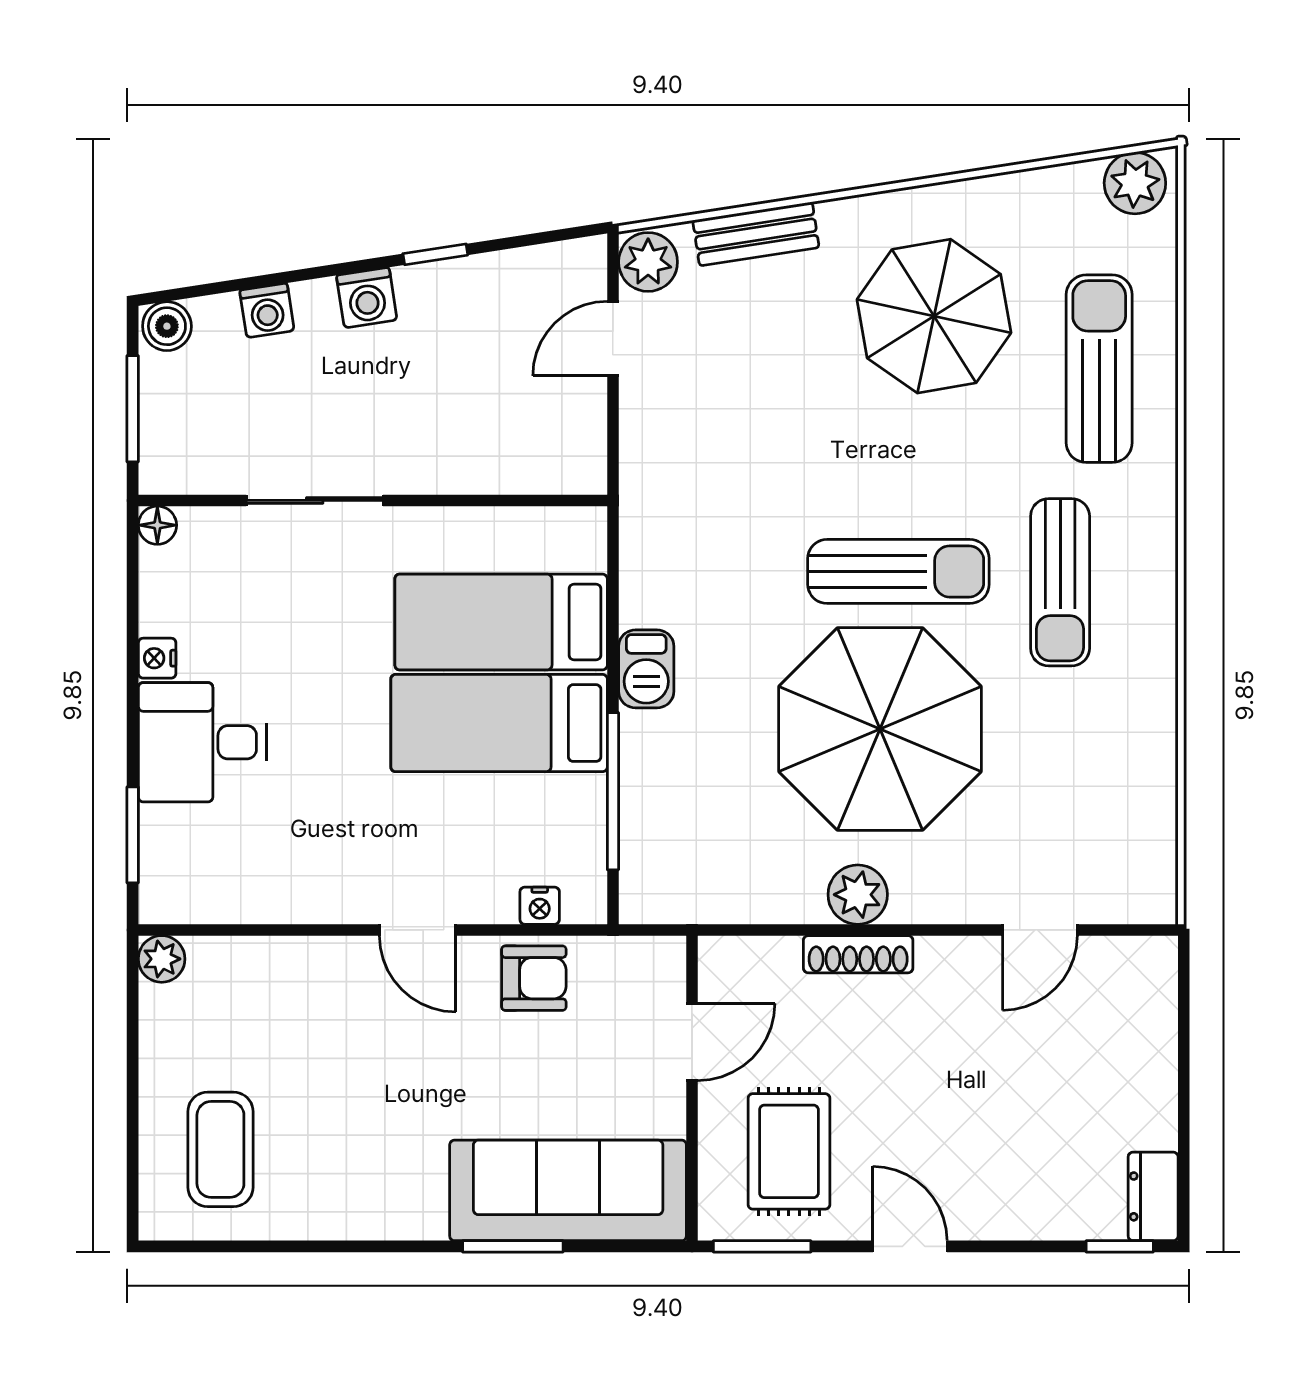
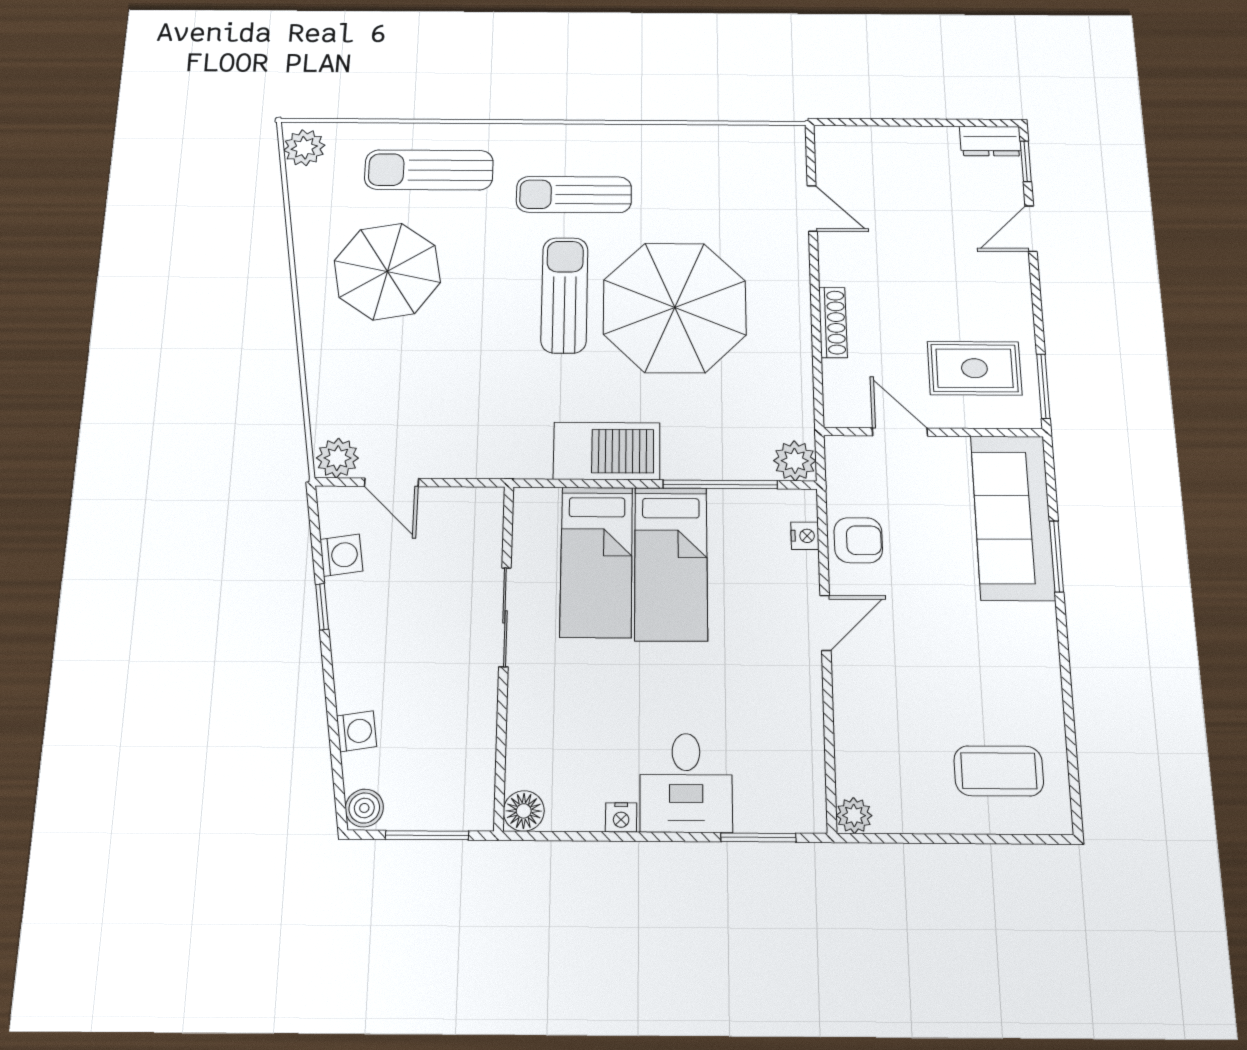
bench: (756, 234) -> (322, 386), removed
washing machine: (367, 298) -> (341, 555), moved
sliding door: (315, 500) -> (505, 617), moved
floor lamp: (157, 525) -> (524, 811), width x1.37, depth x1.37
sun lounger: (1060, 582) -> (574, 195), turned 180
barbecue: (646, 669) -> (607, 451), width x1.88, depth x1.53
plant: (858, 895) -> (795, 461), moved
armchair: (534, 978) -> (858, 540), turned 90
door: (910, 1246) -> (1031, 229), moved

